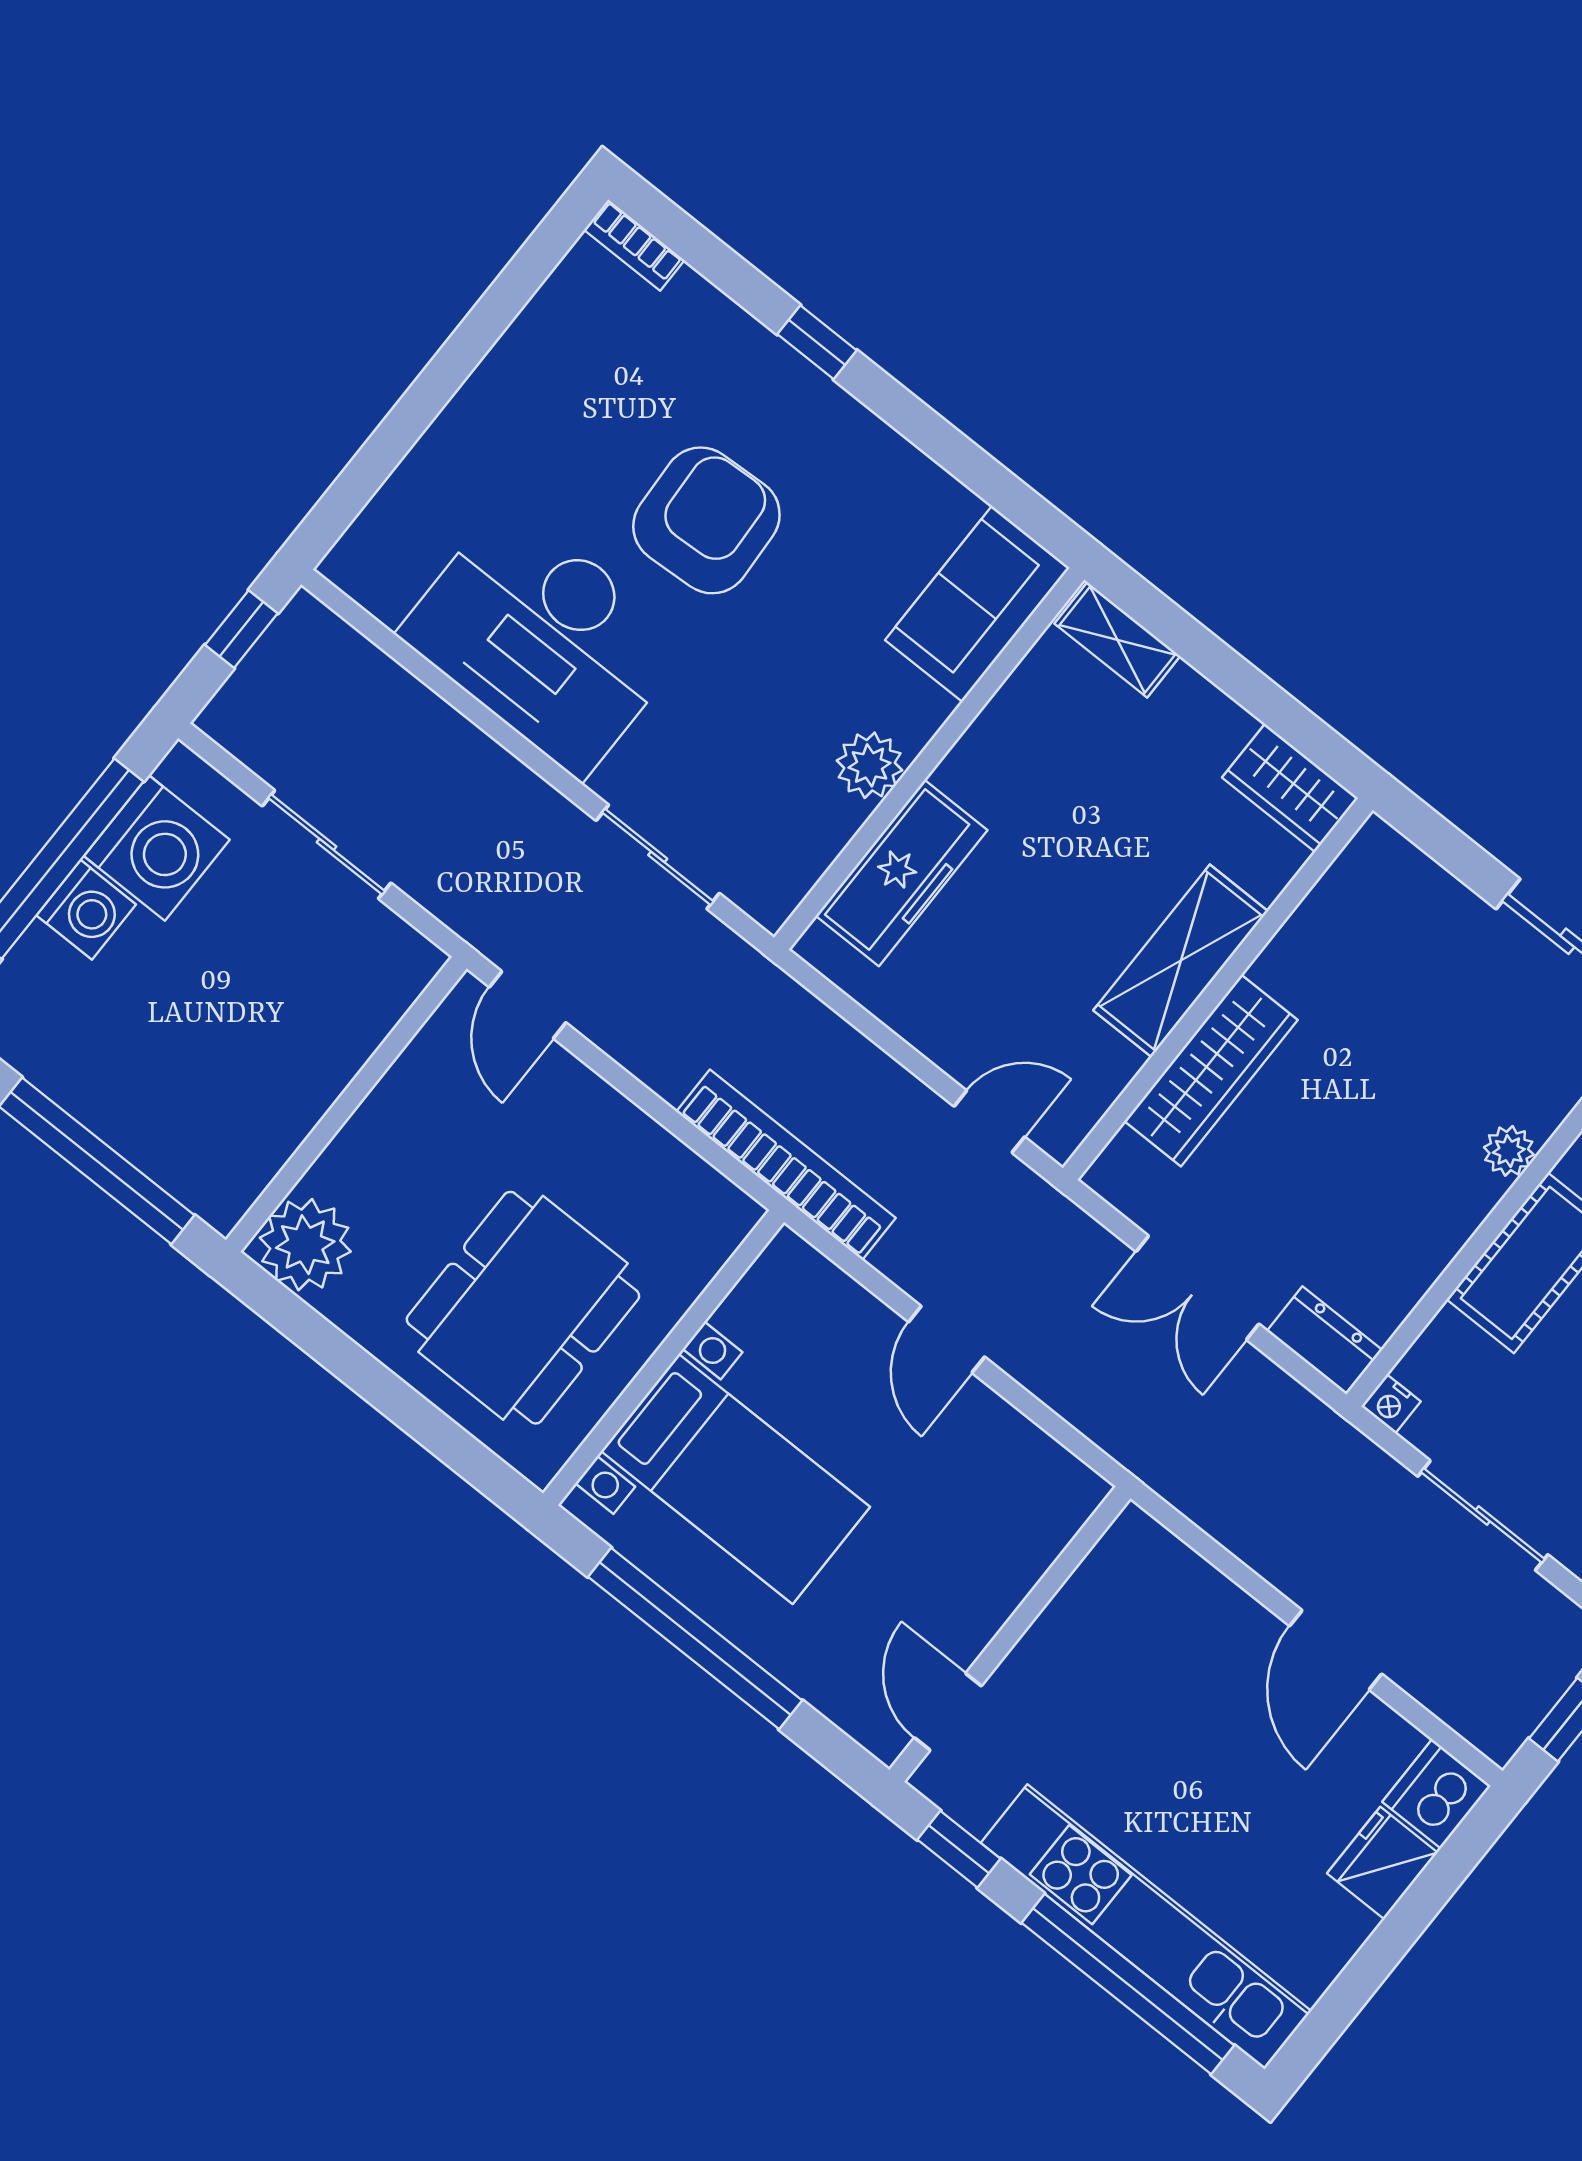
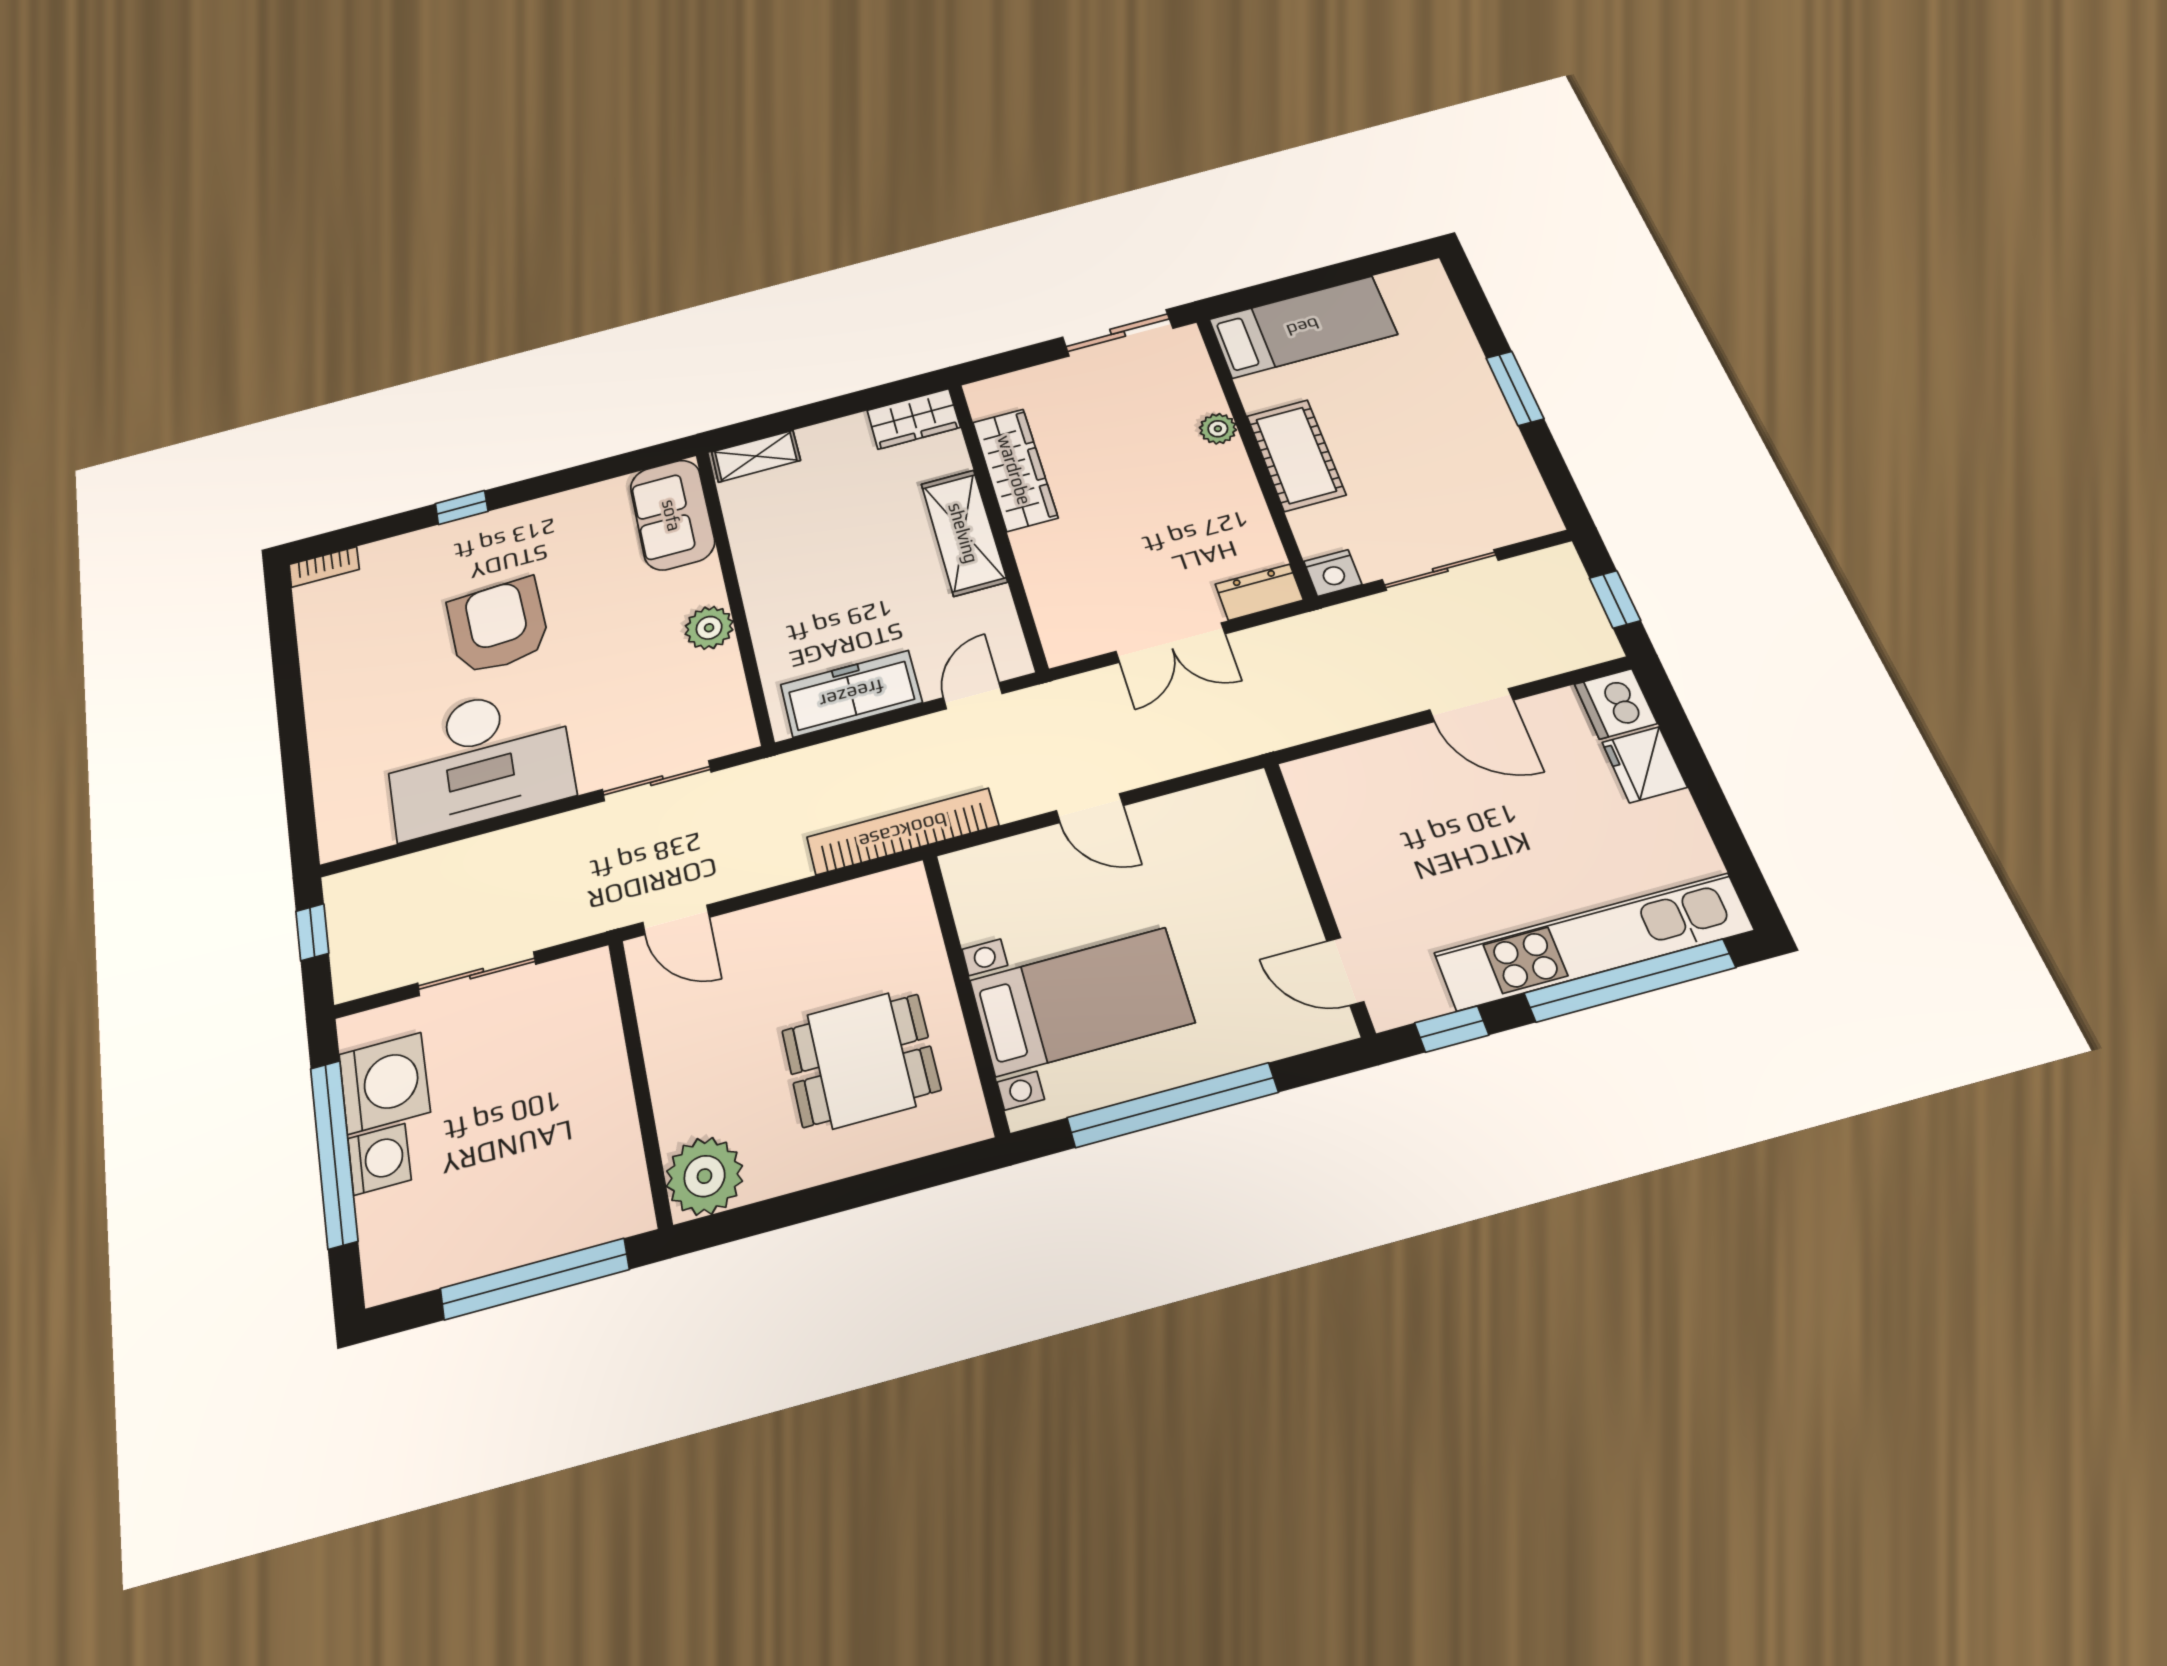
freezer: (902, 873) -> (851, 694), moved, turned -90
wardrobe: (1211, 1071) -> (1015, 470), moved
dining table: (523, 1308) -> (861, 1060), width x0.73
nightstand: (1391, 1404) -> (1333, 573), width x1.39, depth x1.35

